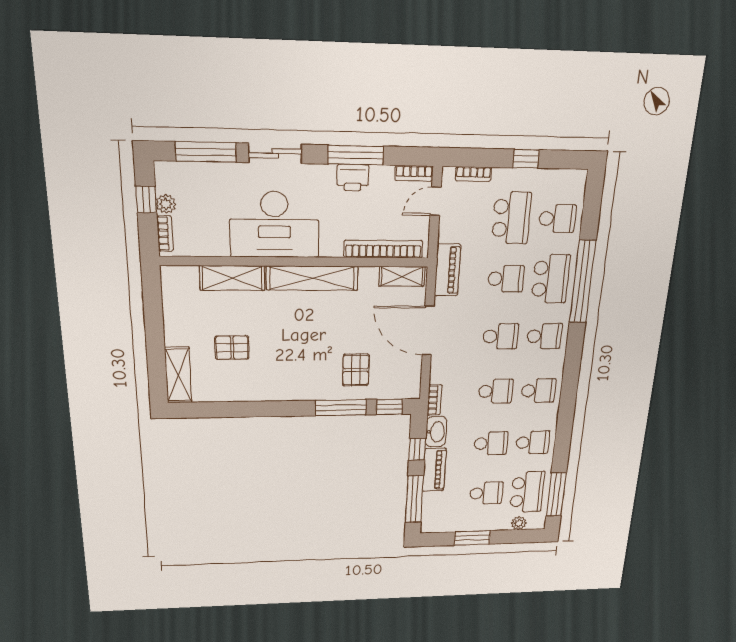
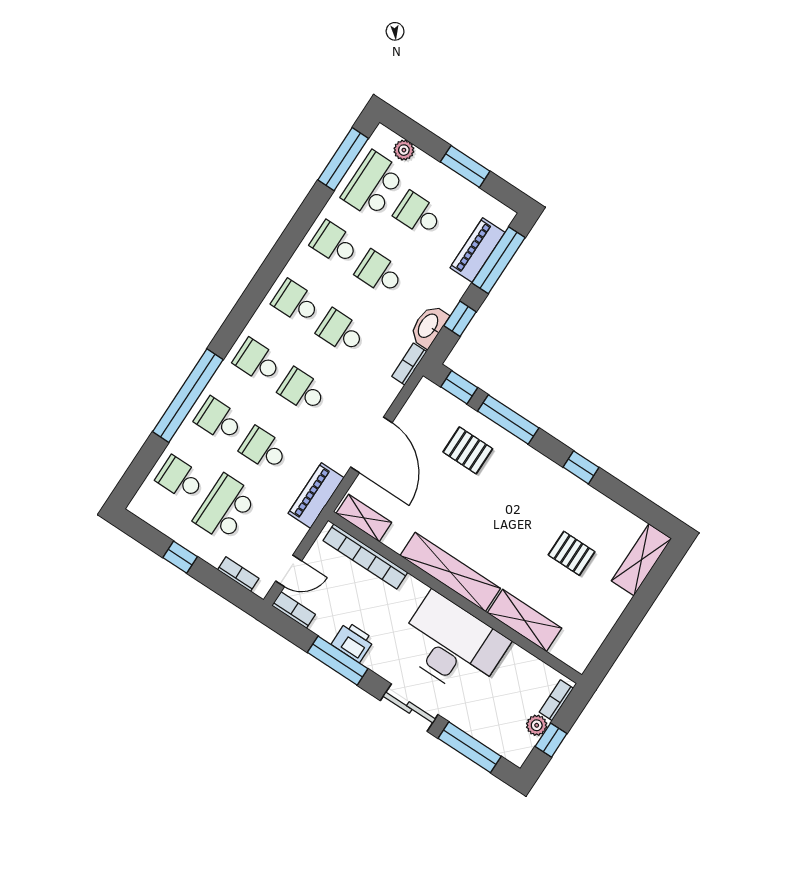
school desk: (551, 279) -> (219, 420), width x0.54
pallet: (356, 370) -> (468, 450), turned 90
window: (267, 409) -> (581, 467), added
piano: (434, 470) -> (477, 250), moved

